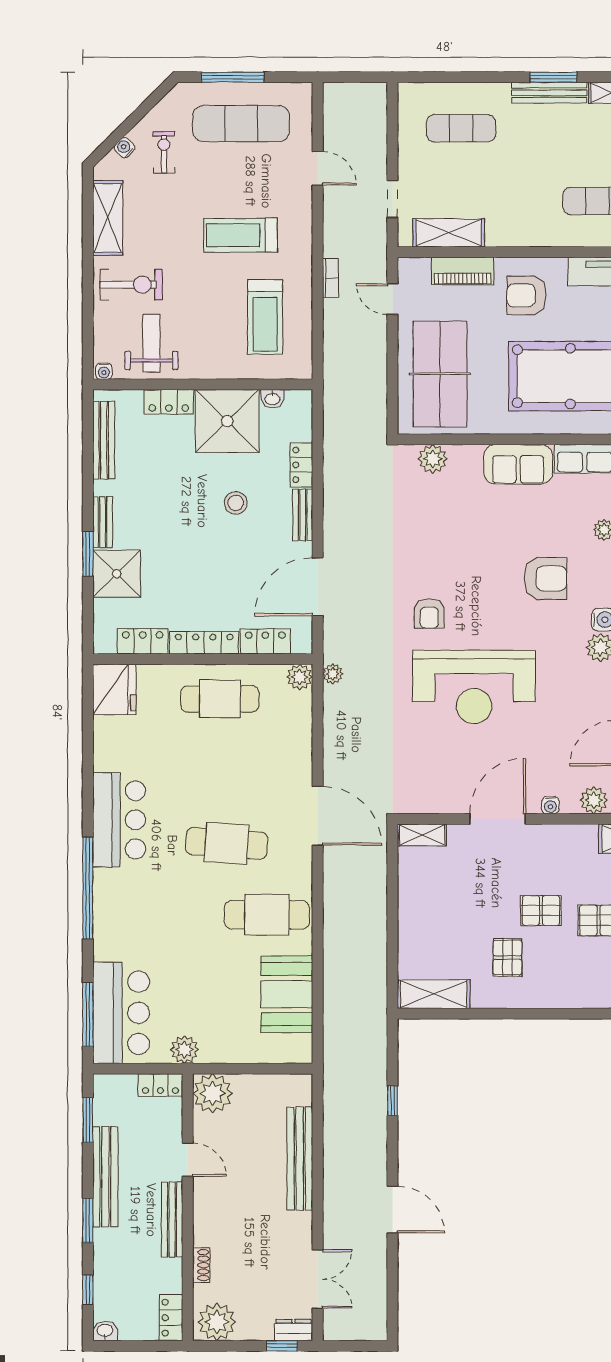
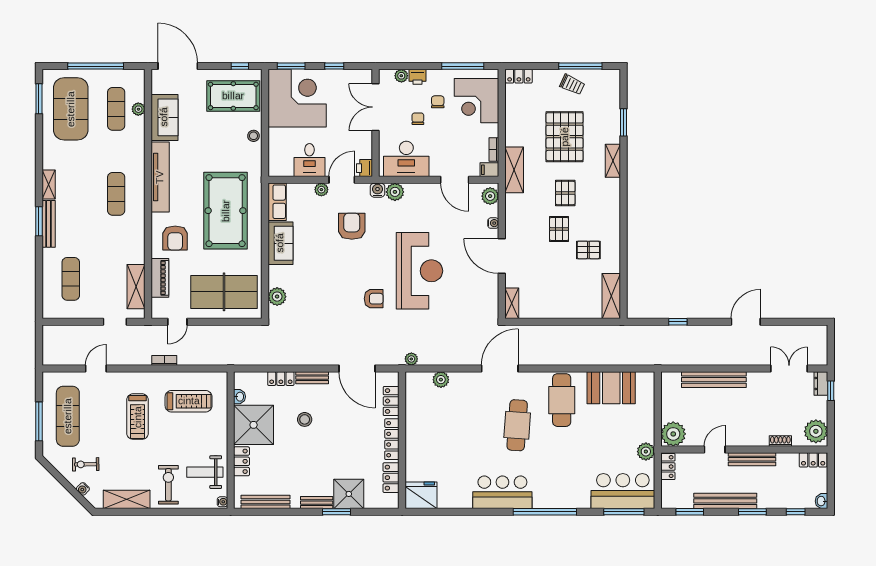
plant: (300, 677) -> (441, 380), moved
cafe table: (220, 699) -> (427, 429), removed

